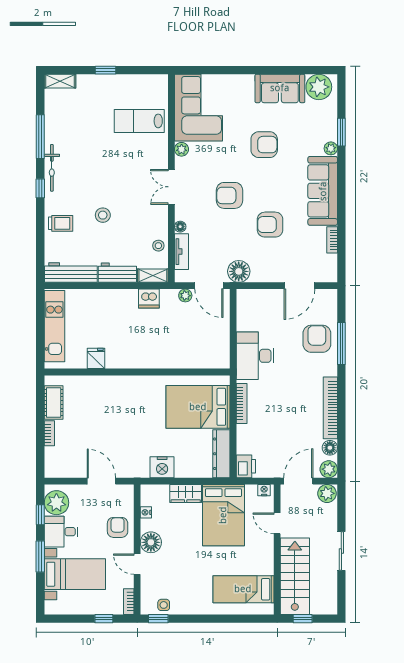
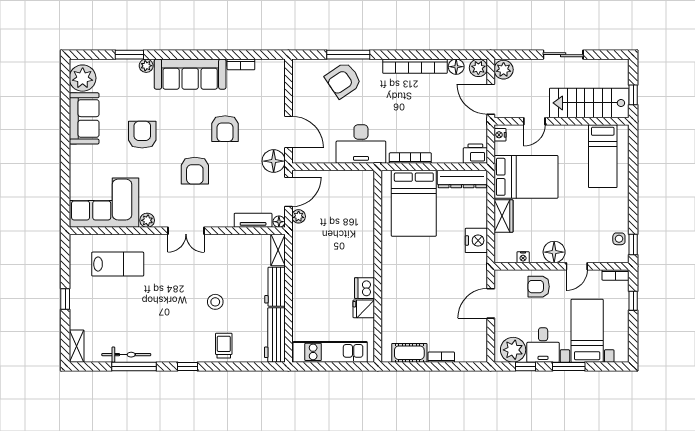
lab bench: (139, 121) -> (118, 264), turned -90
bicycle: (52, 168) -> (126, 355), moved
floor lamp: (180, 227) -> (279, 222), moved
stool: (158, 246) -> (247, 244), removed
door: (299, 286) -> (288, 132), moved
dishwasher: (149, 299) -> (364, 288), moved, turned 180
armchair: (317, 339) -> (343, 80), turned -34

